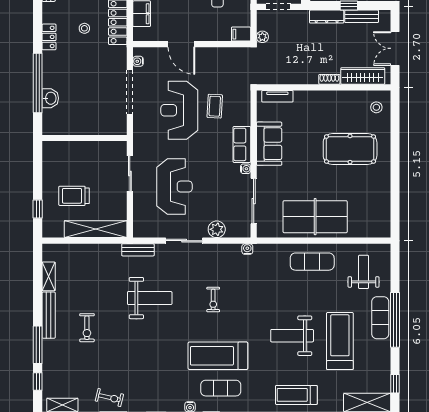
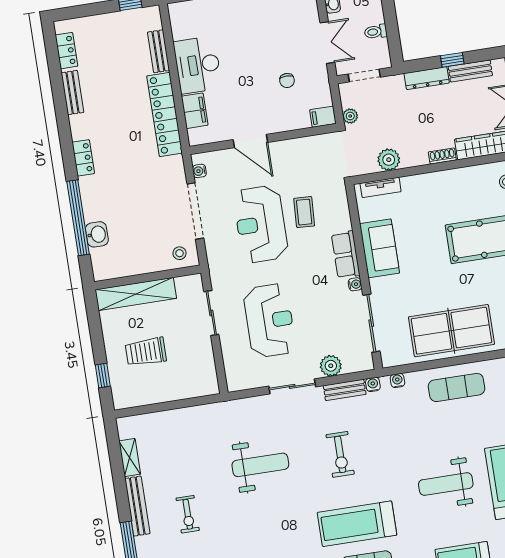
stool: (84, 28) -> (179, 253), moved
plant: (287, 76) -> (389, 160), added
shelving: (96, 229) -> (136, 294), moved
water cooler: (267, 249) -> (397, 381), added
bench: (138, 250) -> (345, 390), moved
exercise bike: (213, 300) -> (340, 454), width x1.38, depth x1.39

